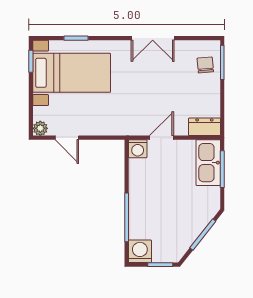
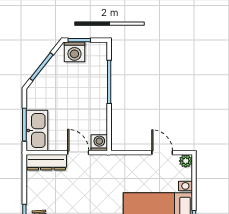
dresser: (204, 127) -> (46, 162), width x1.44
door: (161, 138) -> (78, 153), swing flipped
washing machine: (140, 251) -> (74, 52), moved

